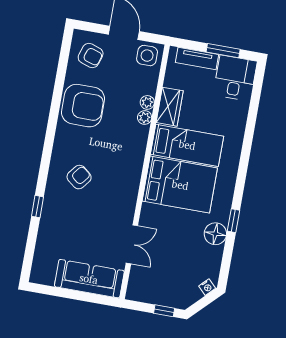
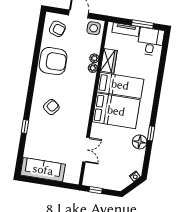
sofa: (89, 279) -> (43, 170), moved
window: (164, 311) -> (96, 190), moved

